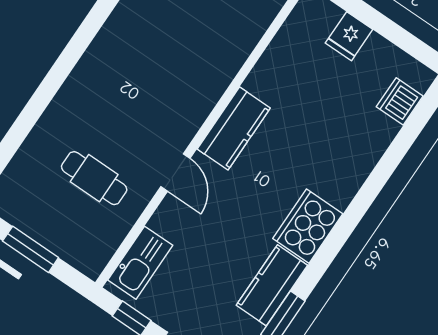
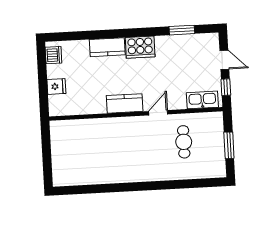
dishwasher: (400, 101) -> (53, 55), moved, turned -90
kitchen counter: (272, 285) -> (107, 47), moved

